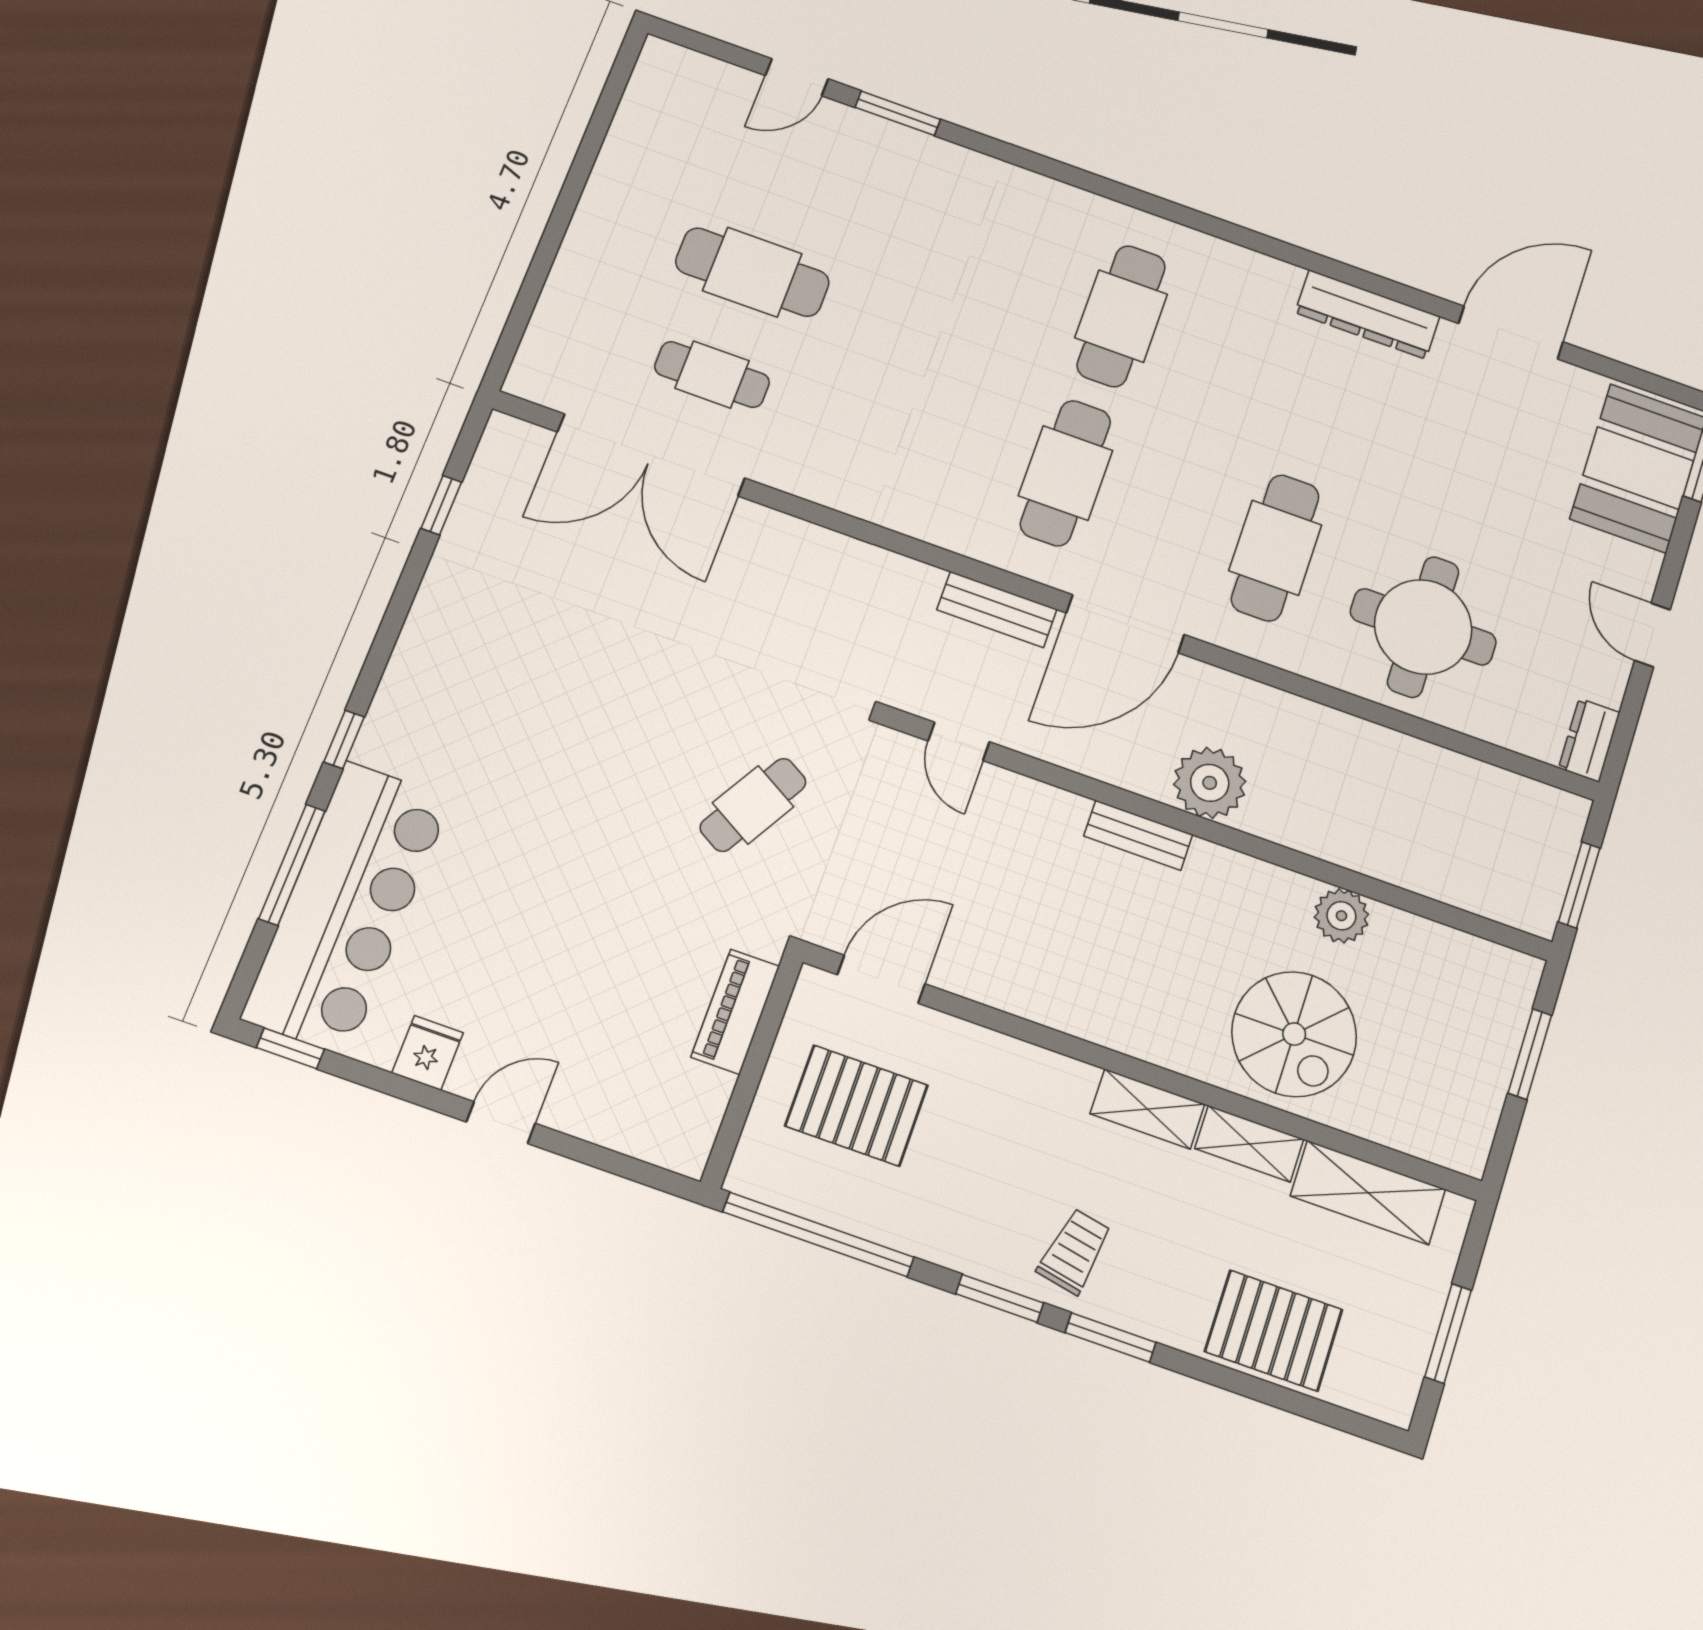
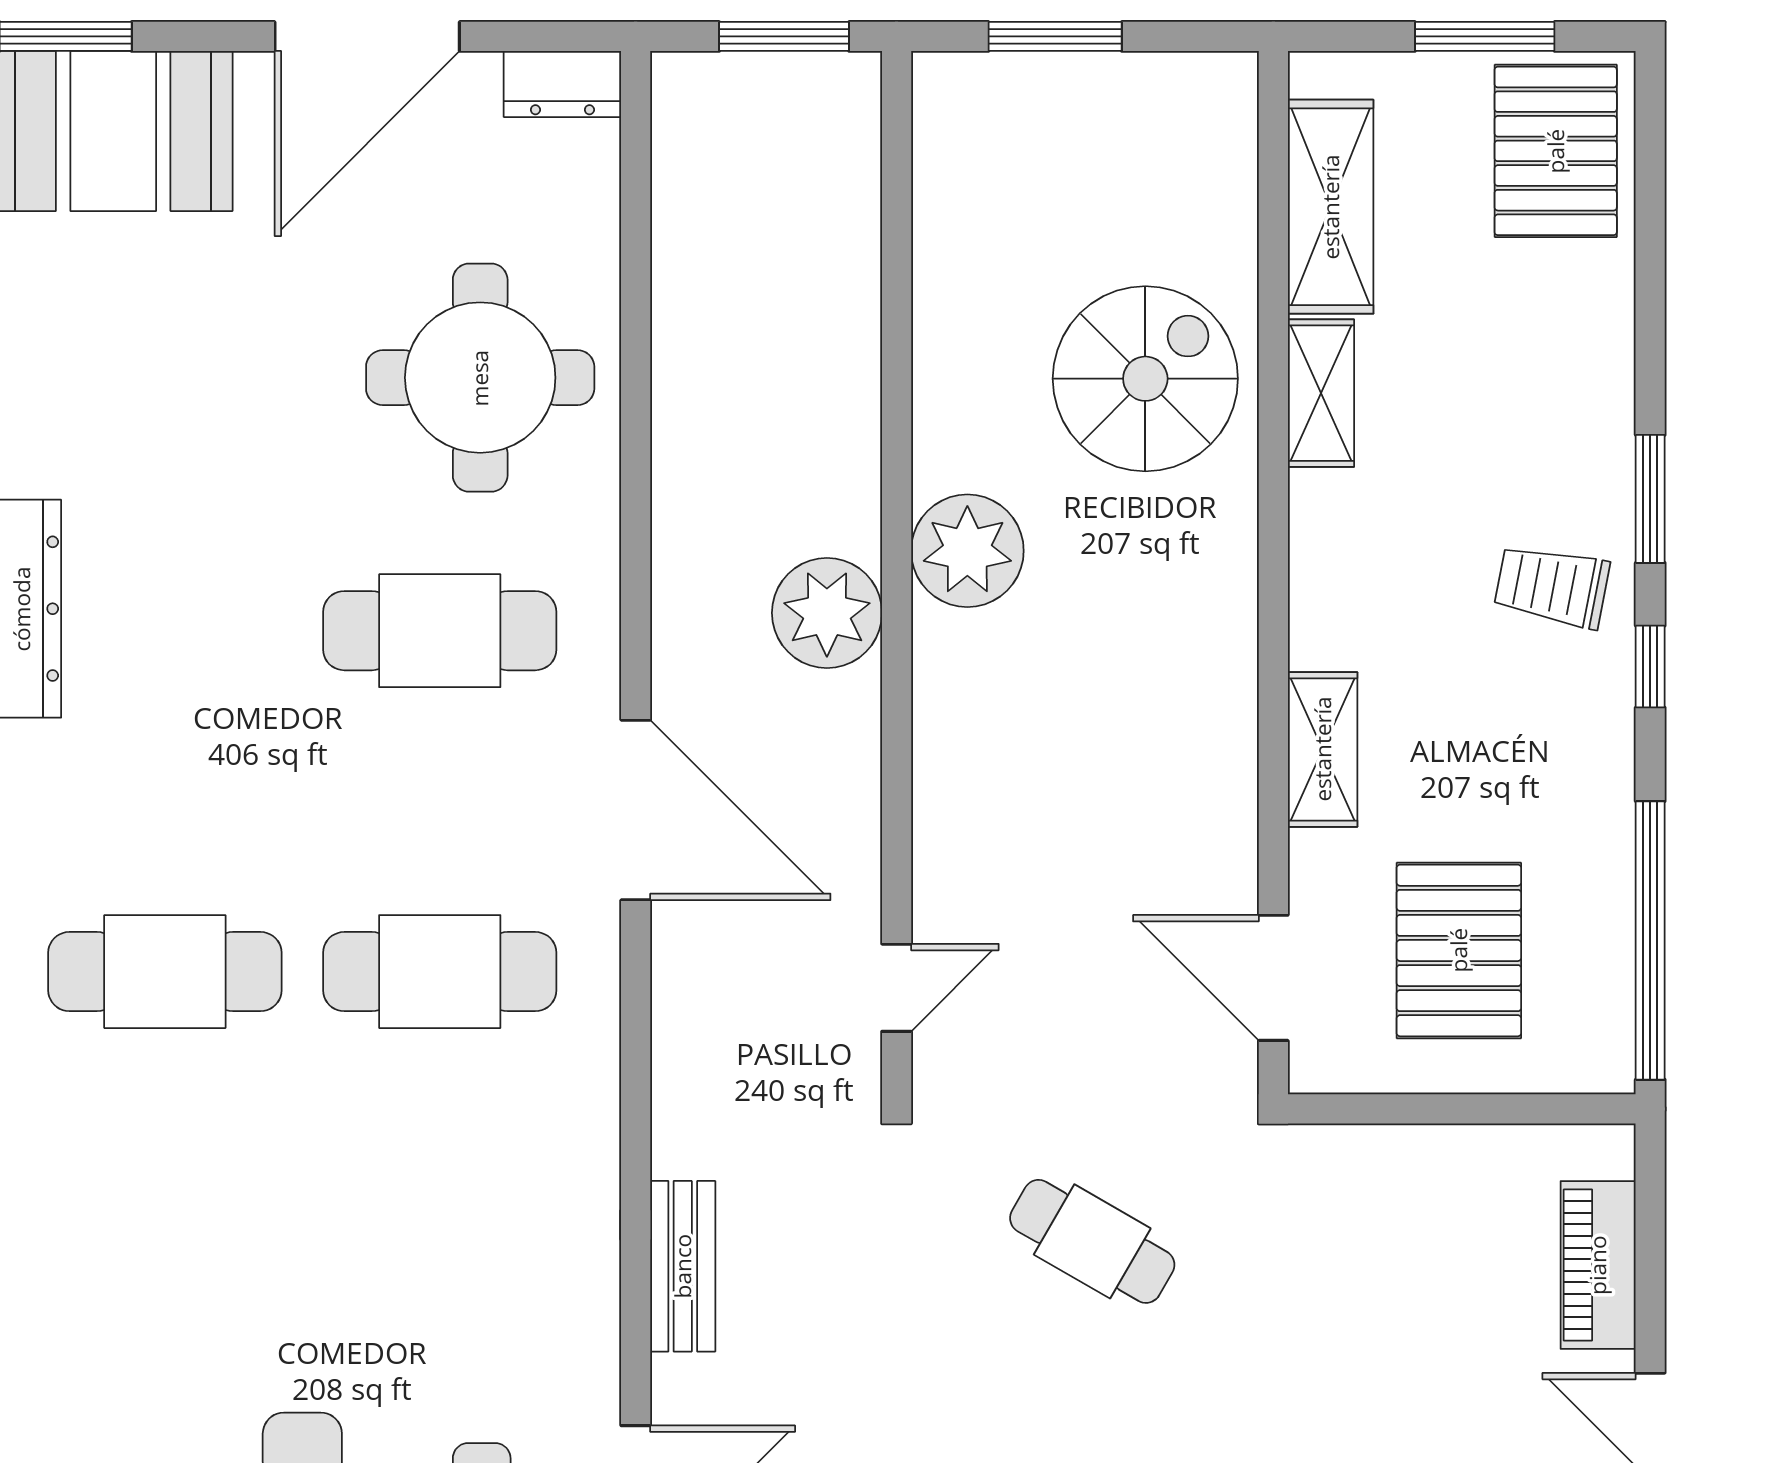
bench: (997, 610) -> (683, 1266), moved
door: (1652, 635) -> (367, 36), width x1.88
bench: (1138, 835) -> (940, 689), removed
plant: (1341, 916) -> (967, 551), moved, width x1.36, depth x1.36
piano: (735, 1012) -> (1598, 1265), moved, turned 90
shelving: (1147, 1109) -> (1323, 749), moved
window: (1000, 1298) -> (1650, 667), width x0.67
pallet: (1274, 1331) -> (1556, 151), moved

